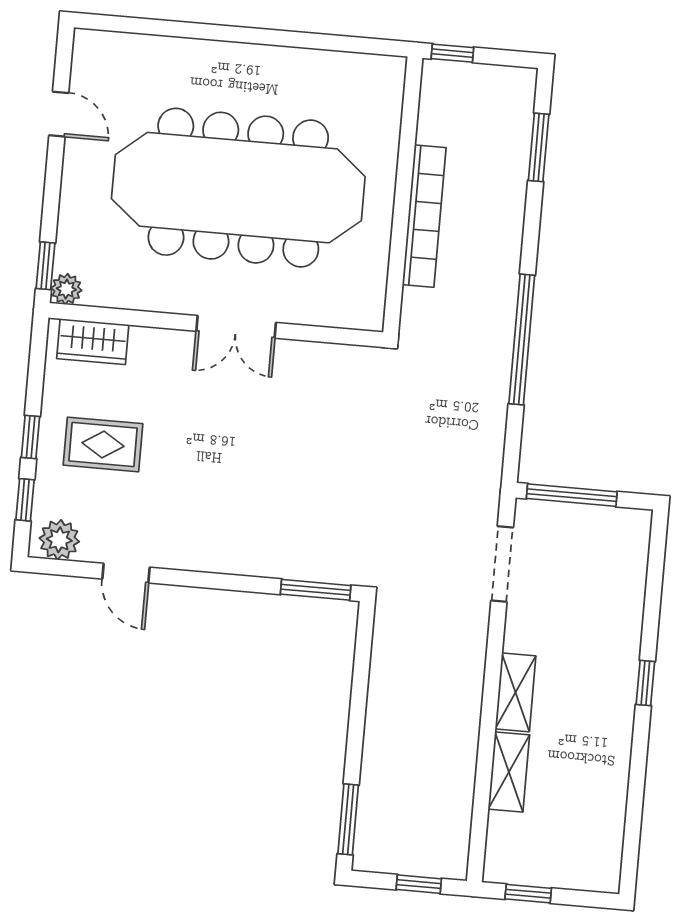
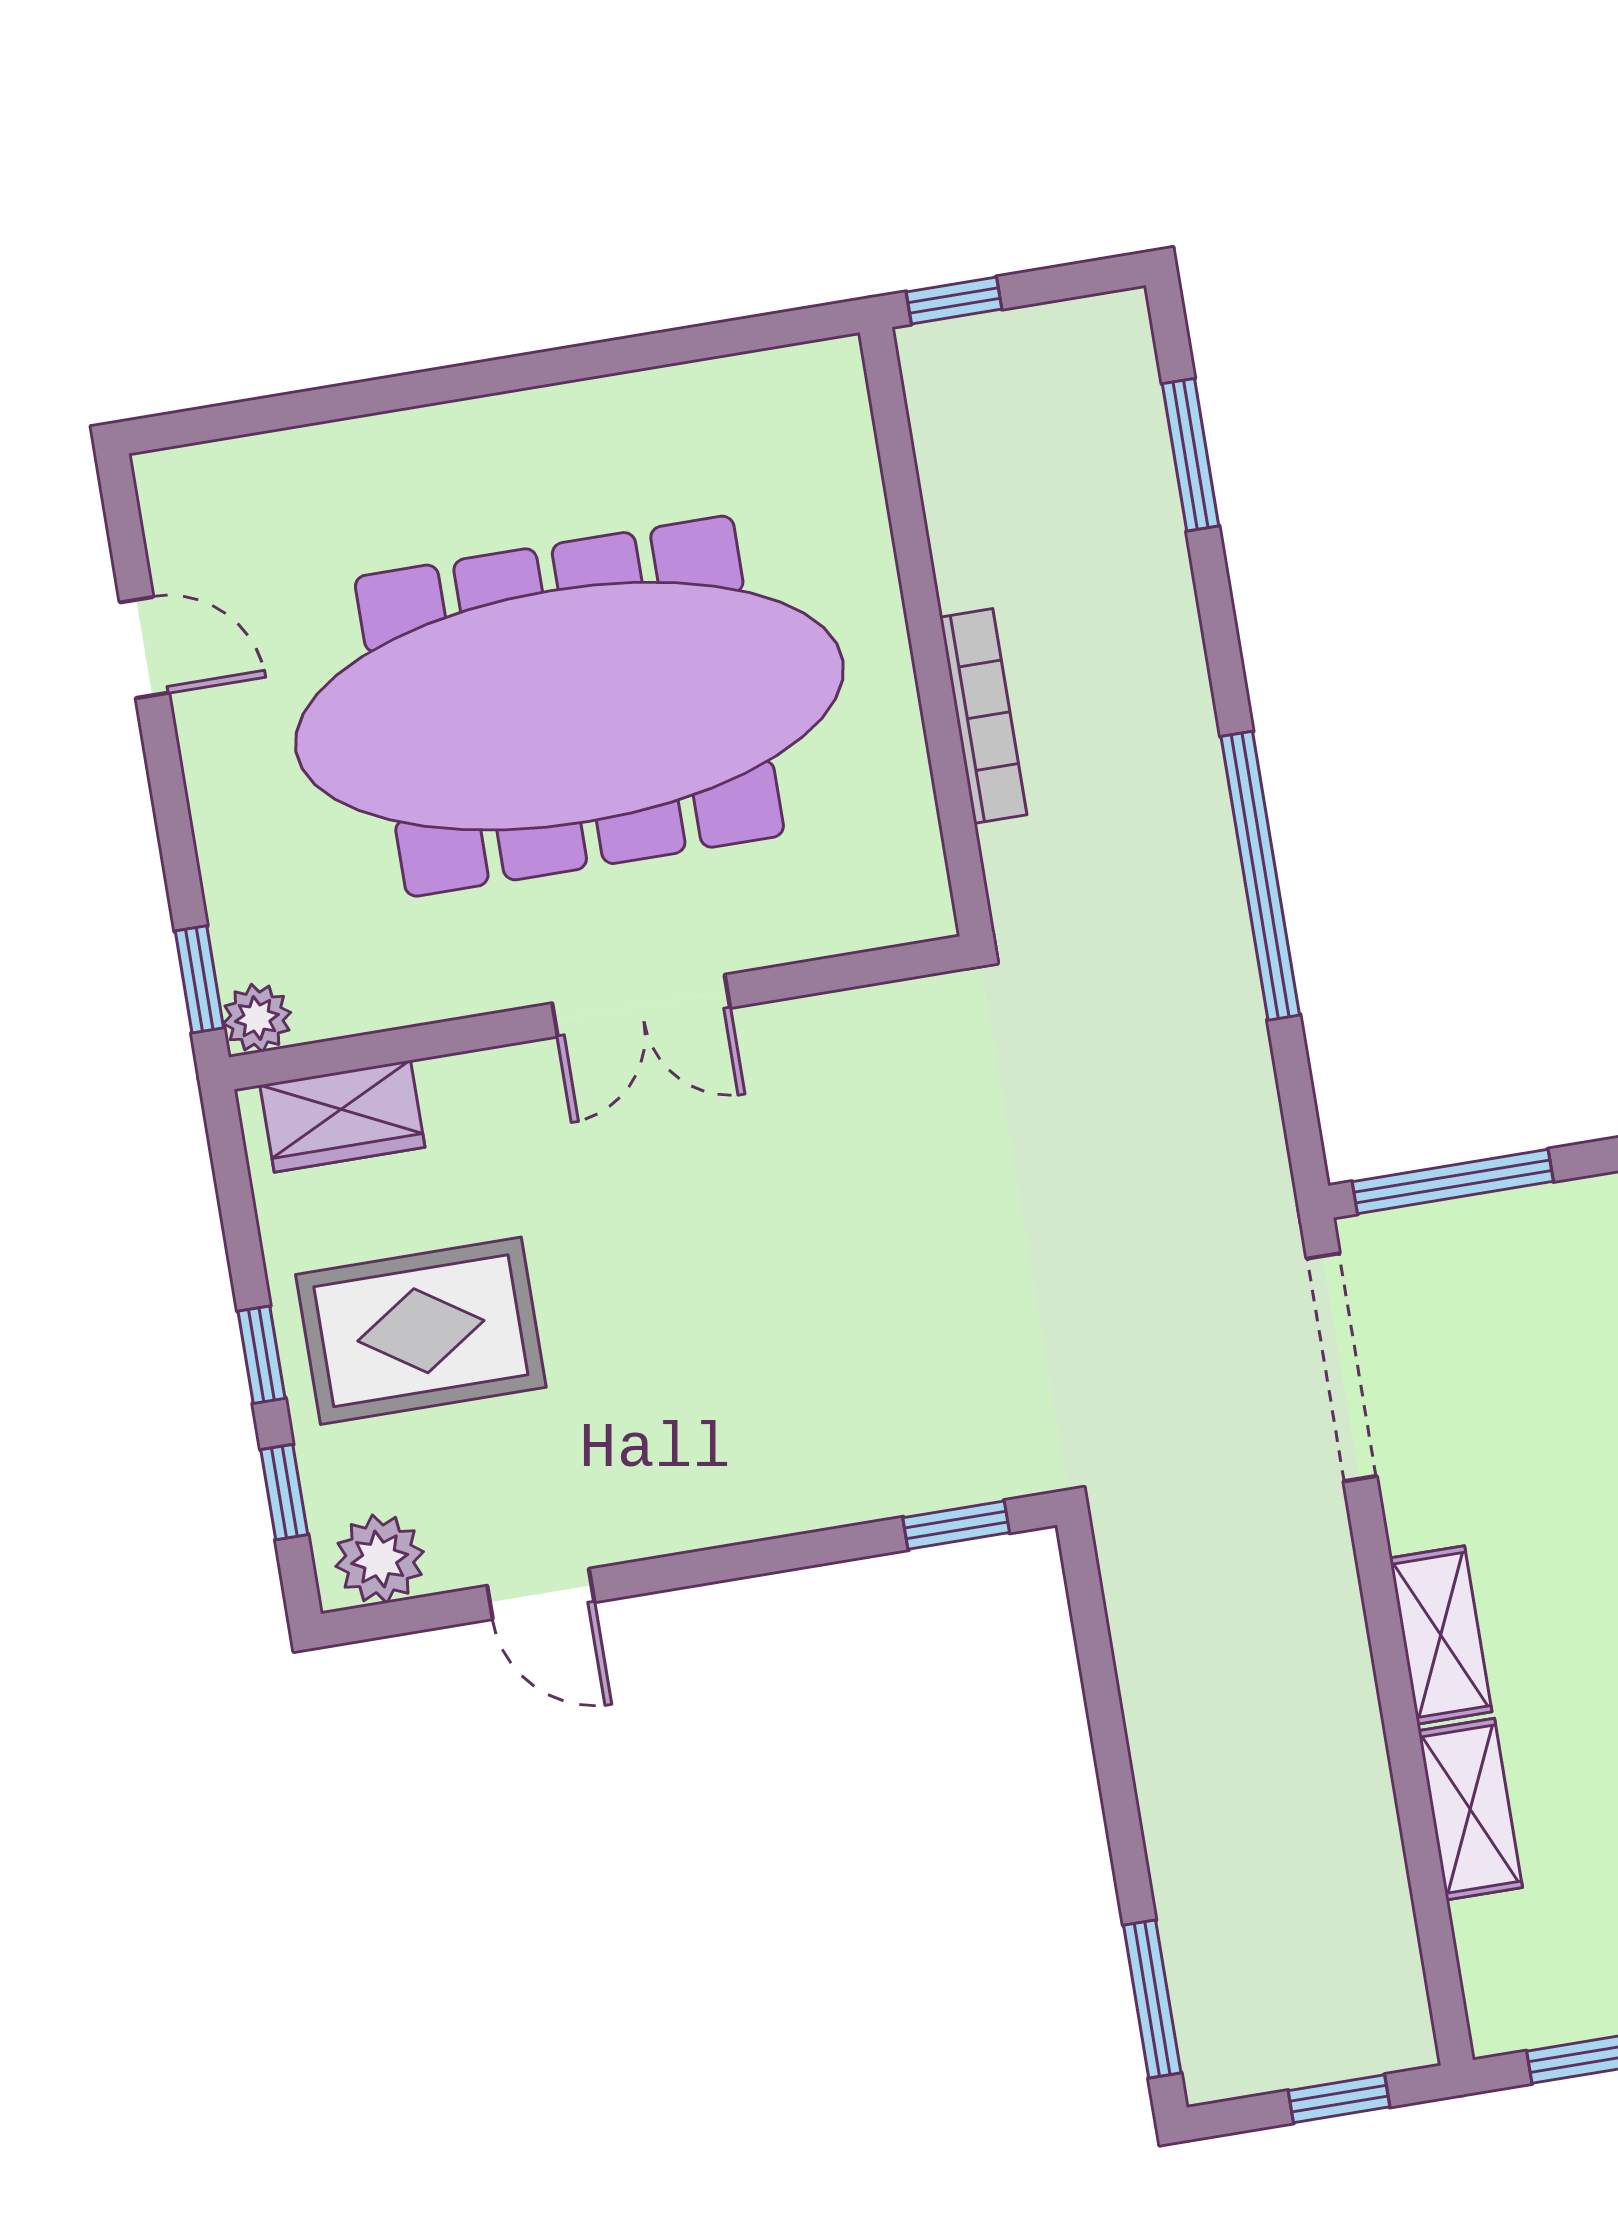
bookcase: (424, 216) -> (983, 716), width x0.68, depth x0.76
rug: (103, 444) -> (421, 1331), width x1.36, depth x1.43
doorway: (502, 564) -> (1342, 1367), width x1.36
window: (316, 590) -> (956, 1525), width x0.67

